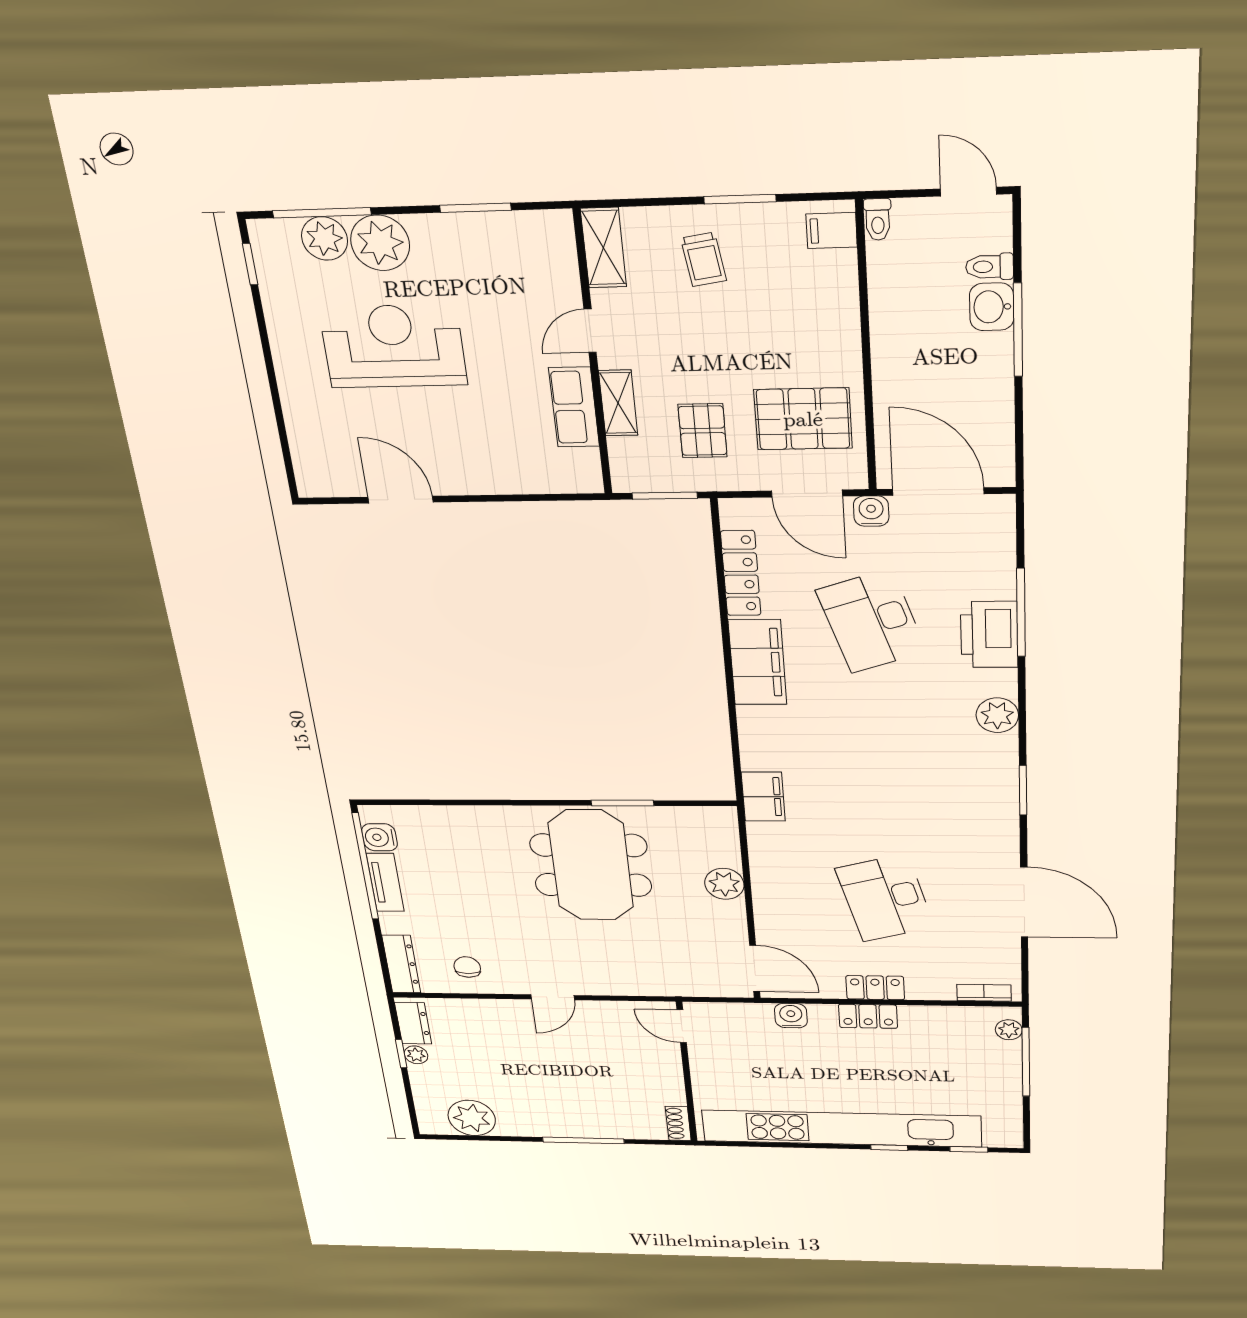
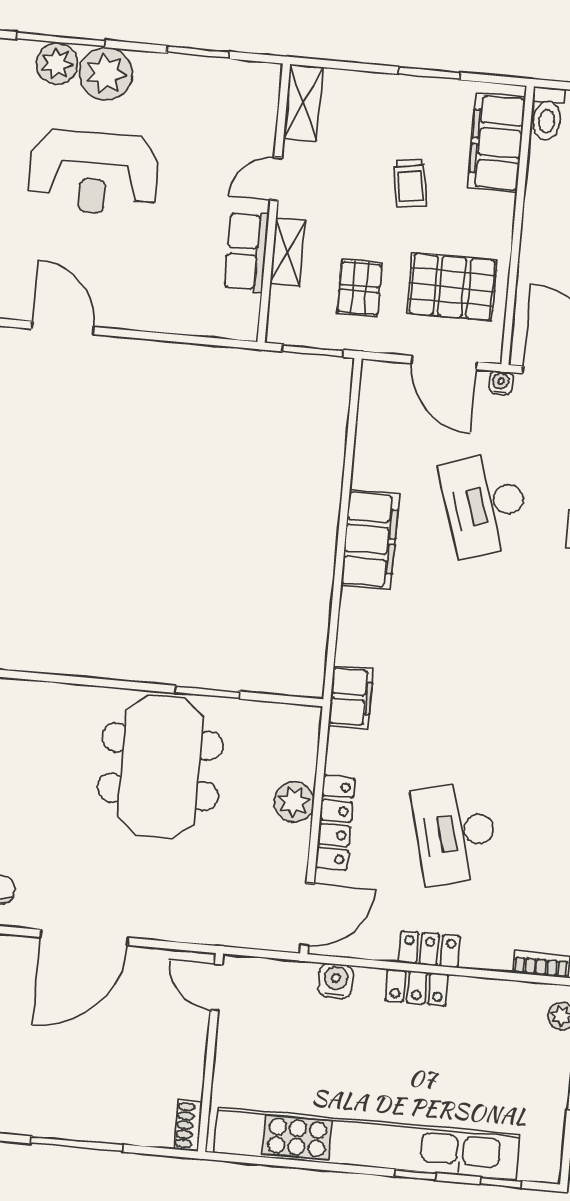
toilet: (878, 219) -> (547, 114), width x1.37, depth x1.39
filing cabinet: (832, 231) -> (497, 143), width x3.00, depth x1.17
trolley: (704, 259) -> (410, 183), moved
reception desk: (393, 346) -> (94, 173), turned 180
water cooler: (871, 511) -> (501, 383), width x0.72, depth x0.72
locker: (741, 573) -> (335, 823), moved
door: (755, 968) -> (307, 914), hinge flipped
door: (553, 997) -> (84, 937), width x1.87

